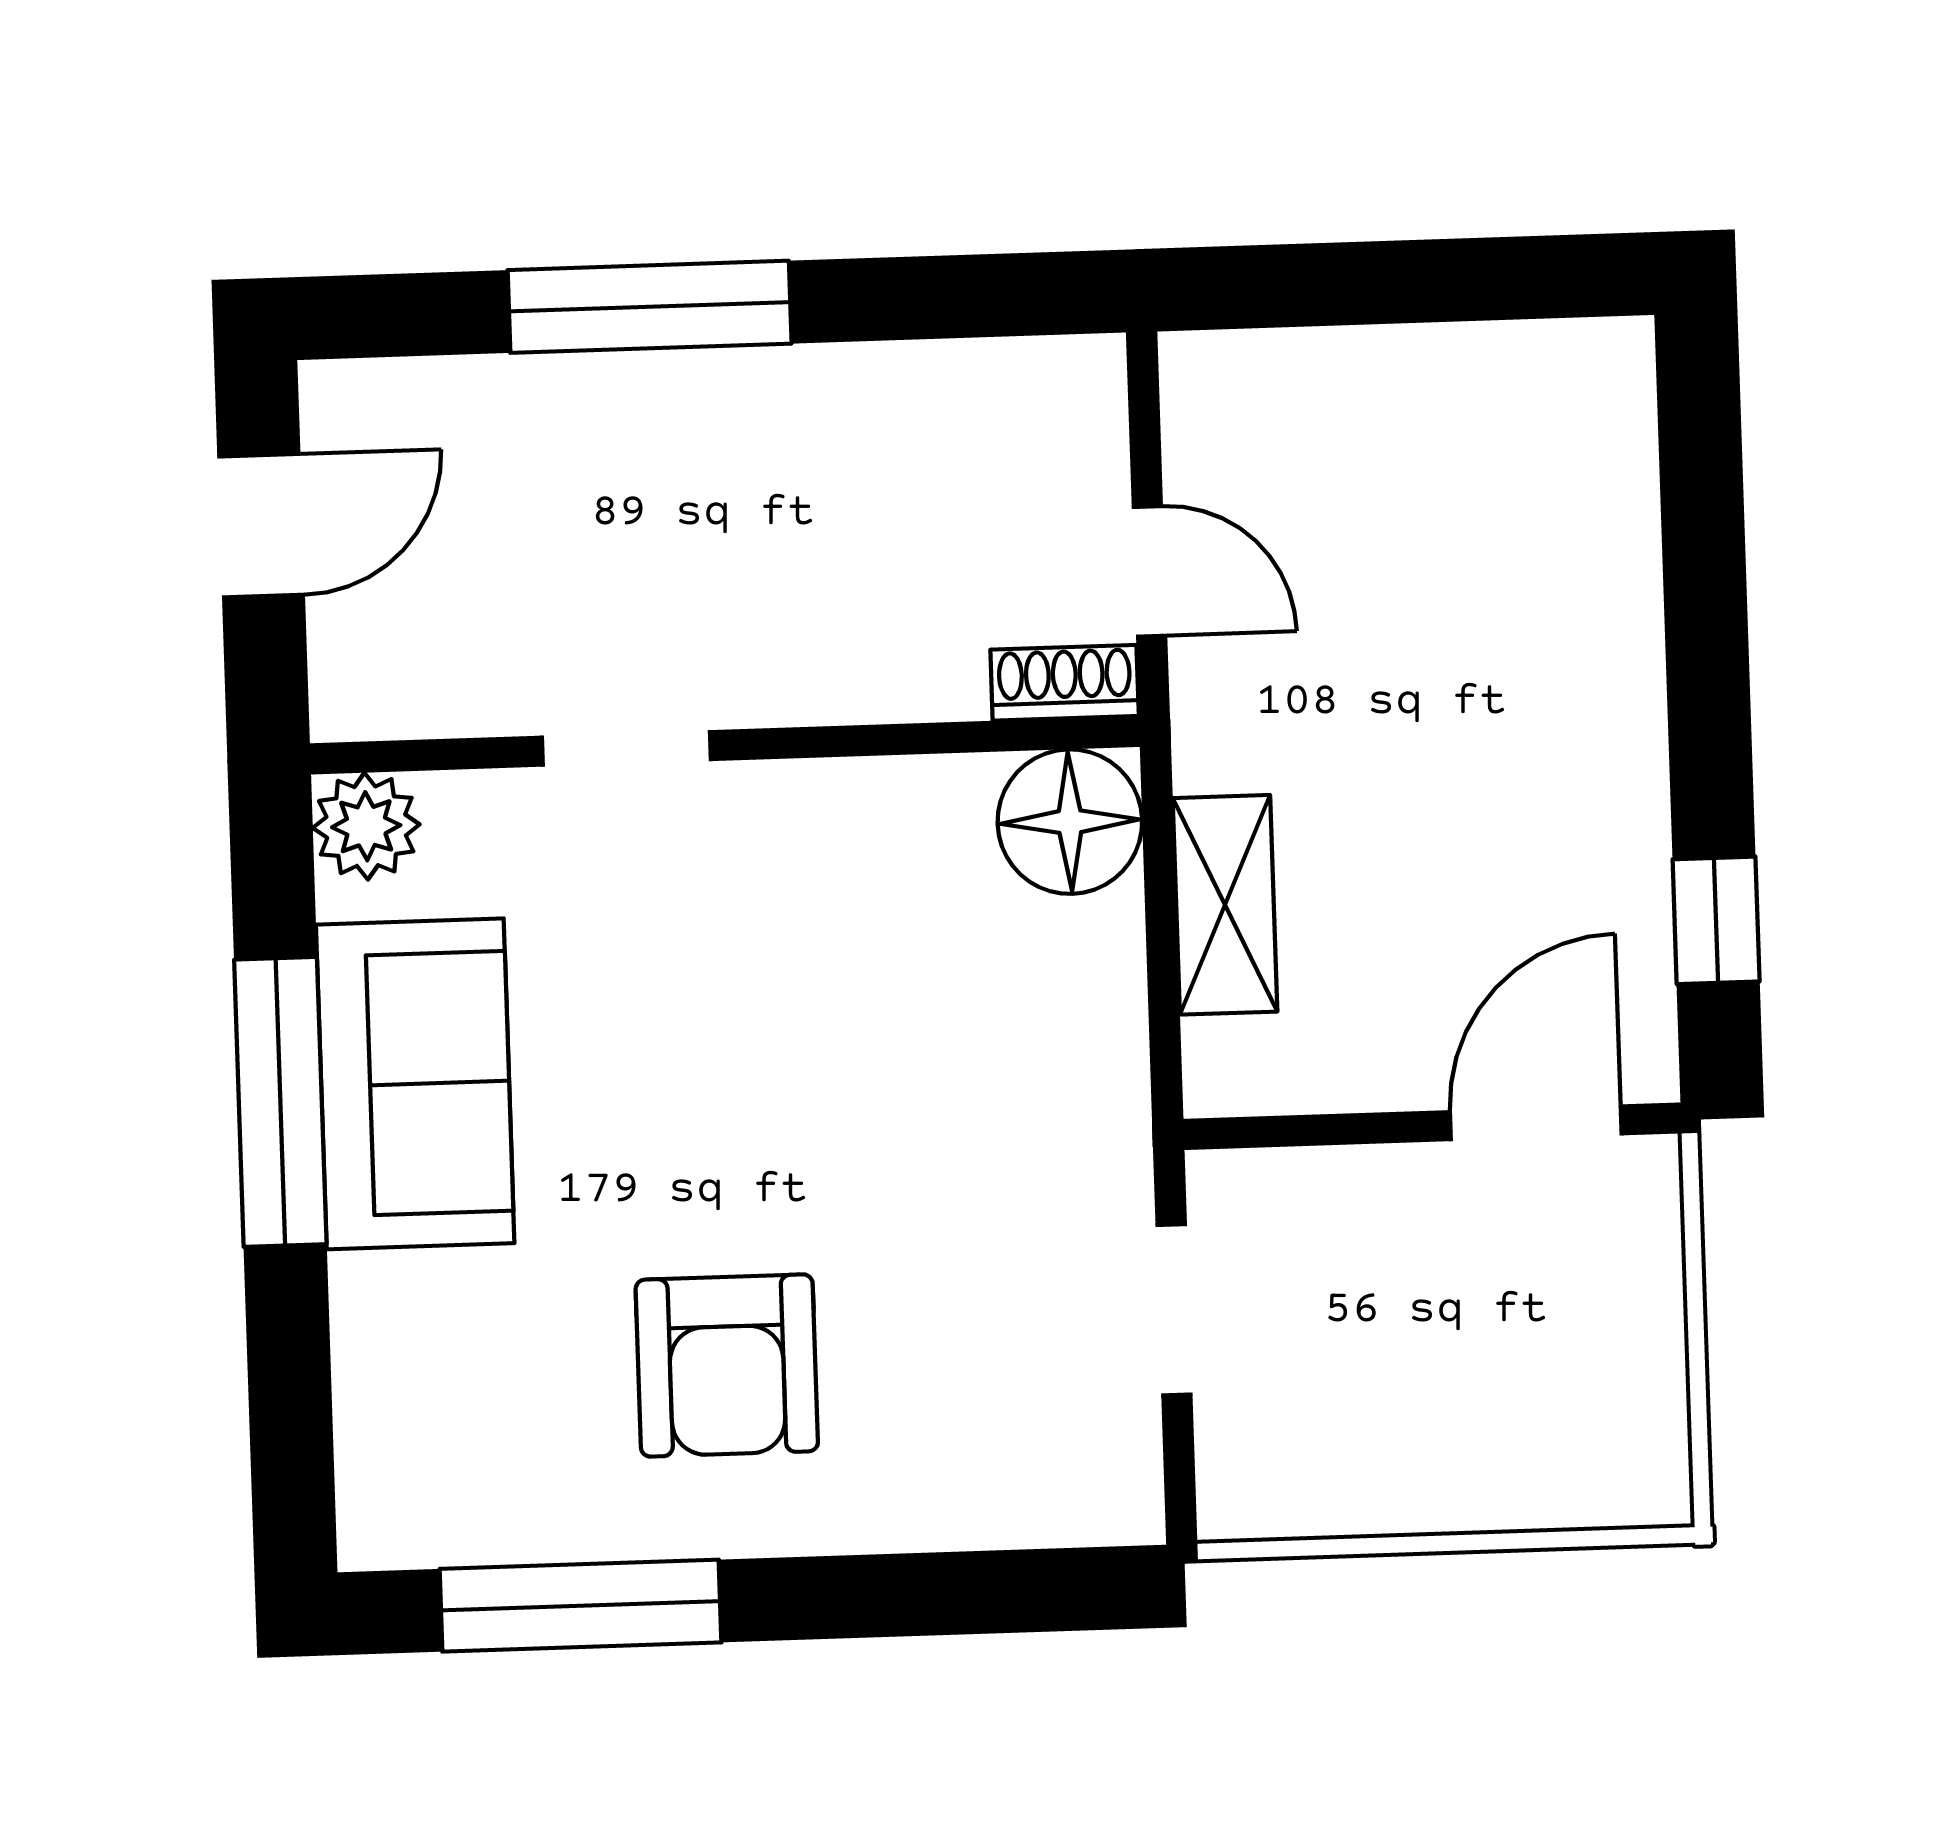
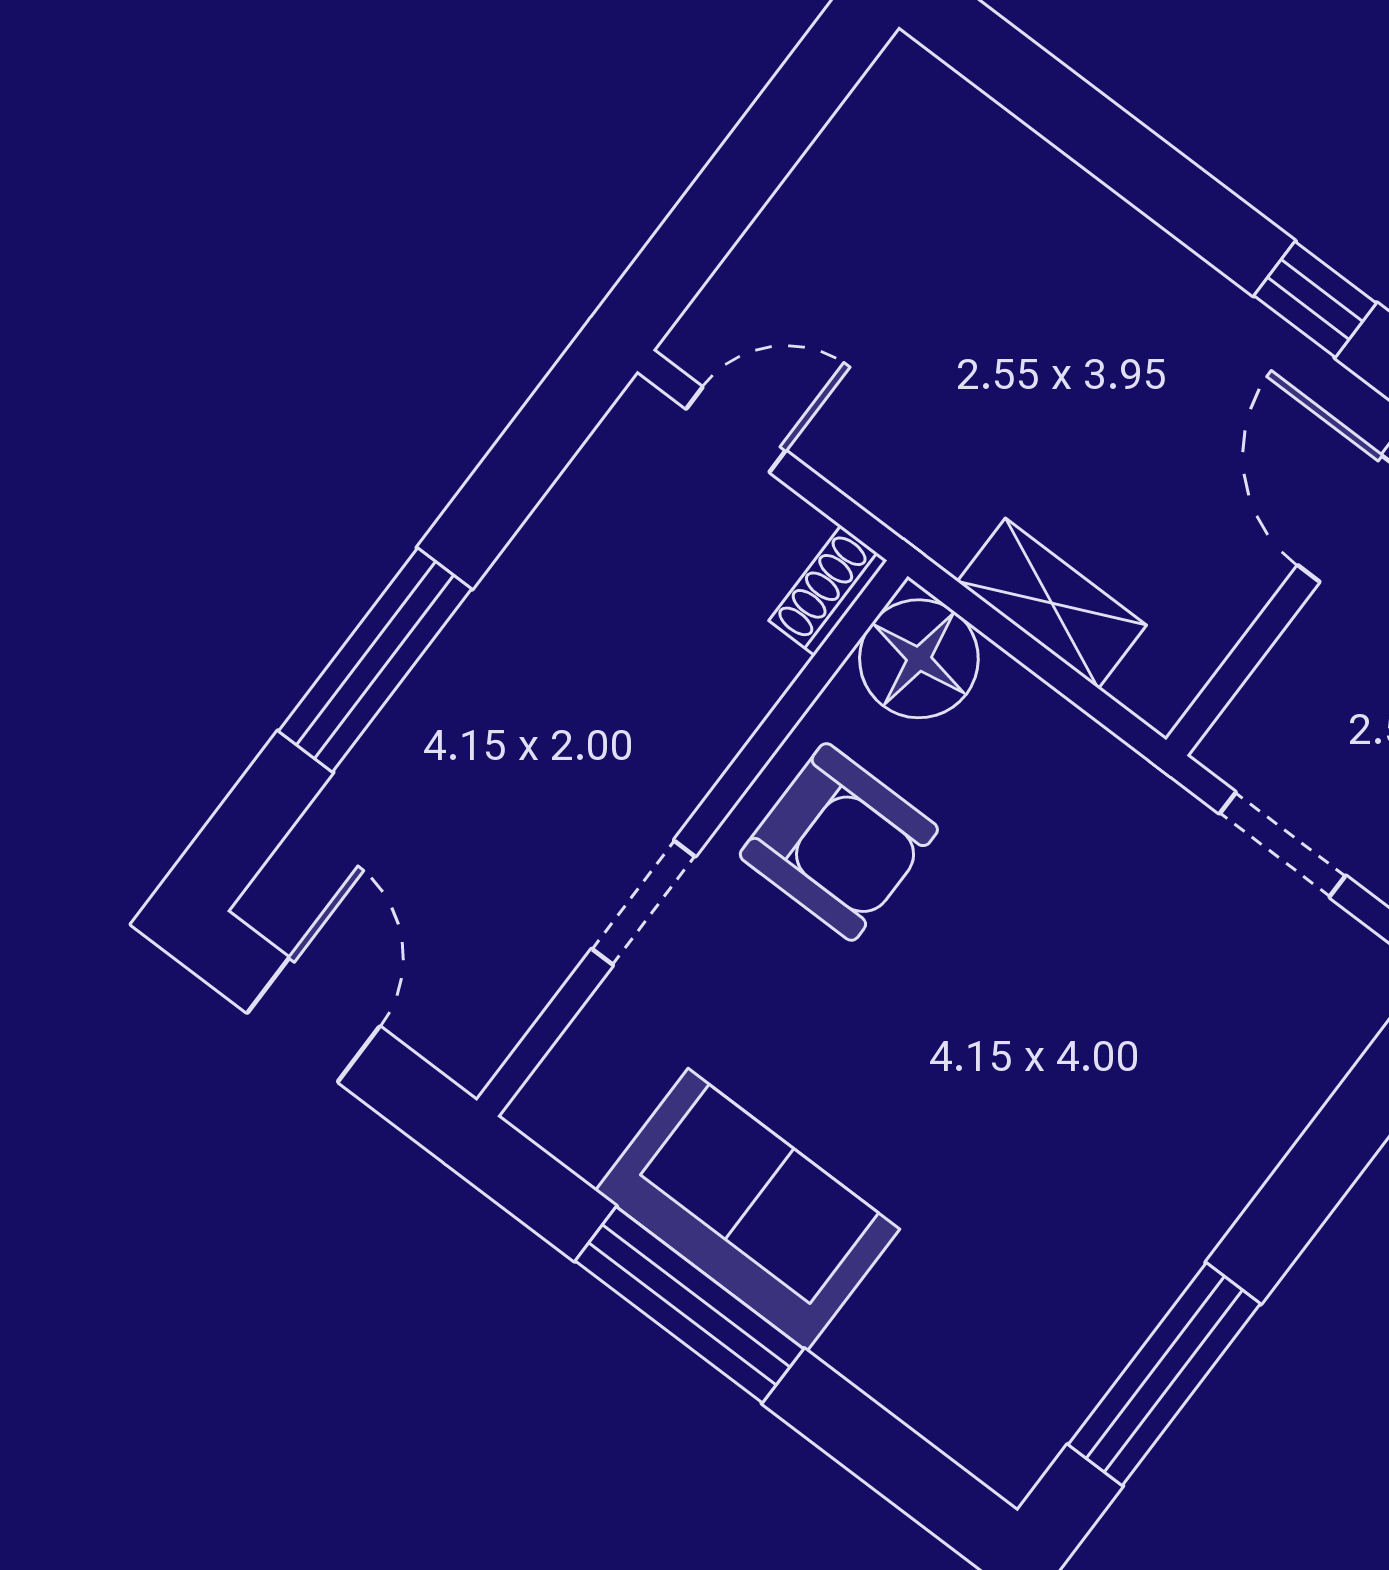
door: (1150, 571) -> (736, 430), moved
plant: (366, 826) -> (559, 1108), removed
armchair: (727, 1365) -> (839, 842), moved

